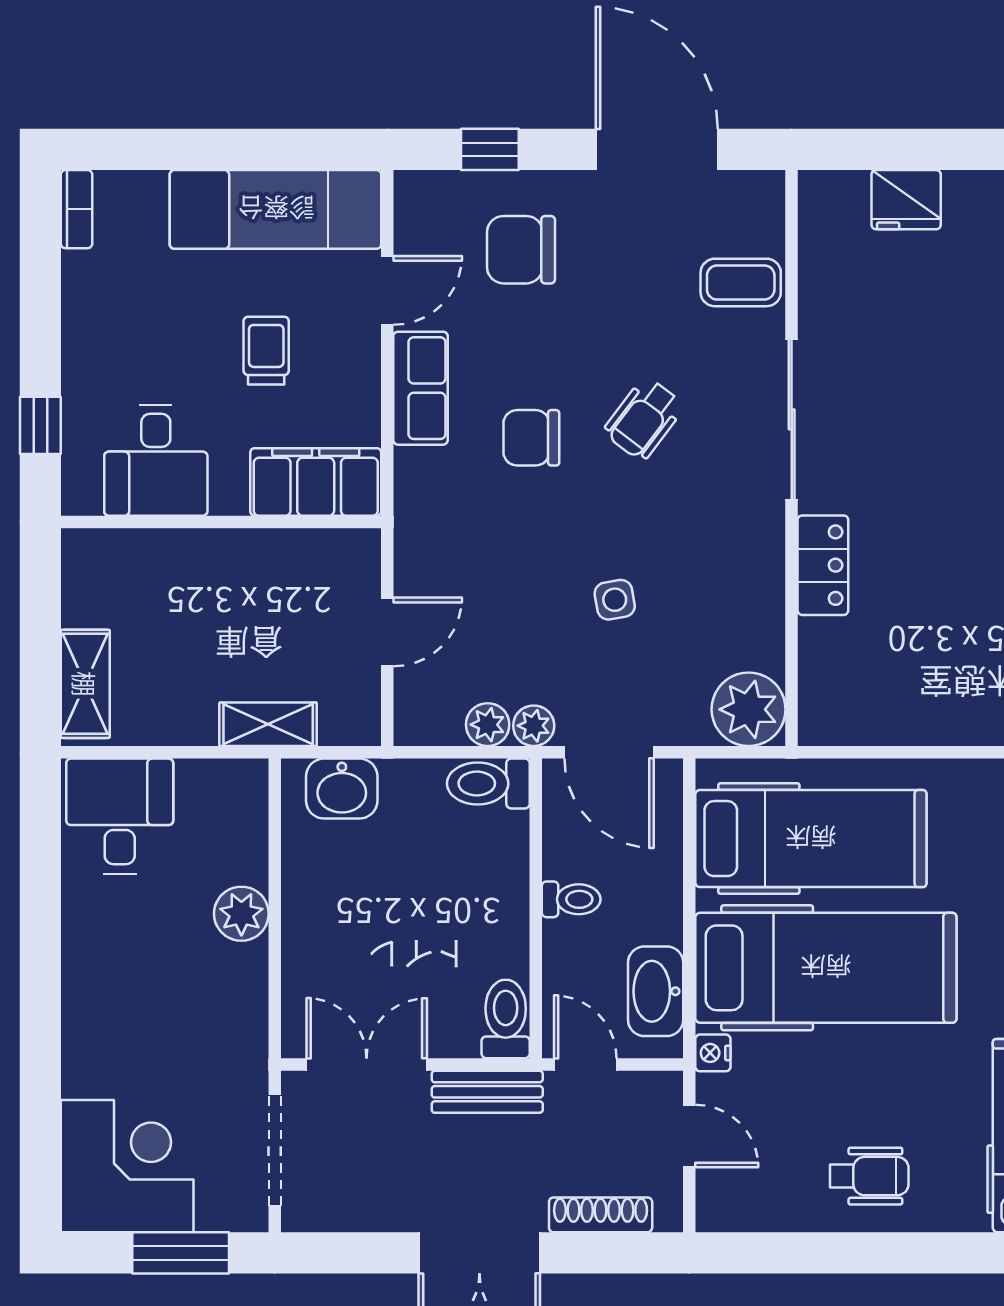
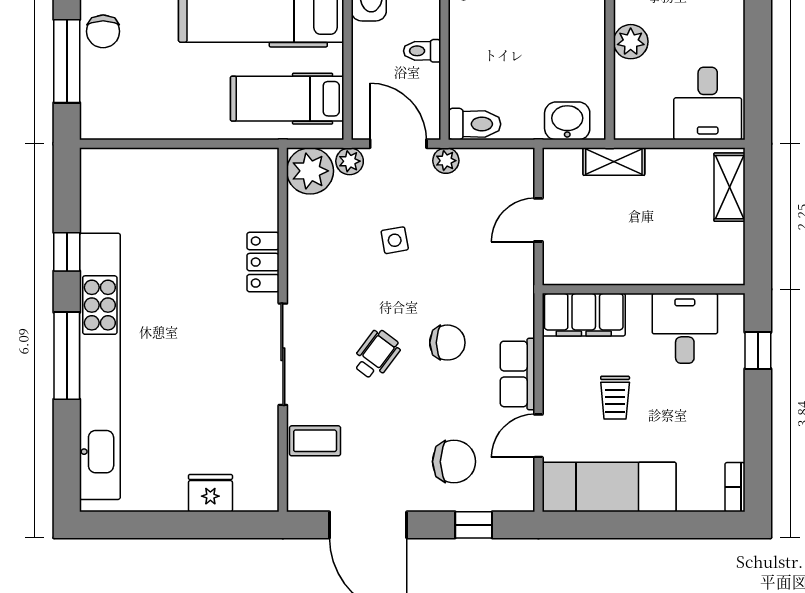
plant: (488, 725) -> (350, 161), moved
hospital bed: (811, 839) -> (287, 99), width x0.73, depth x0.78

